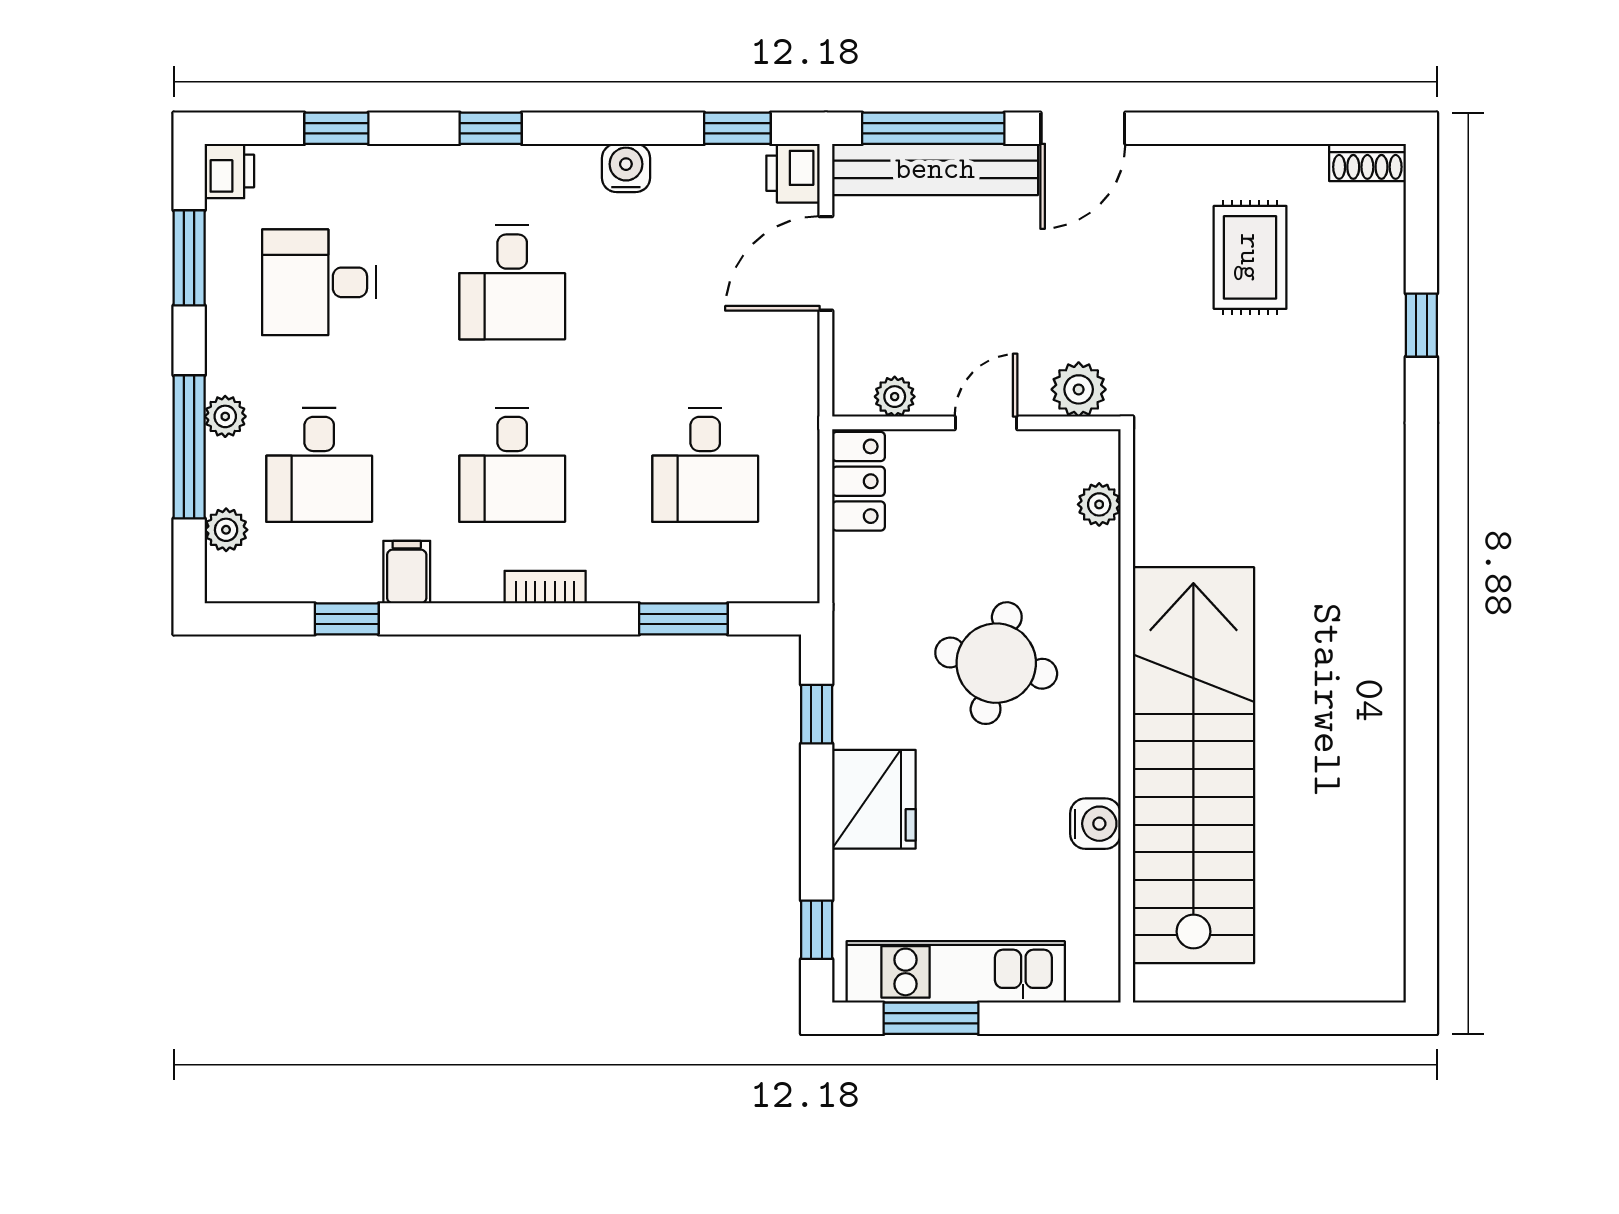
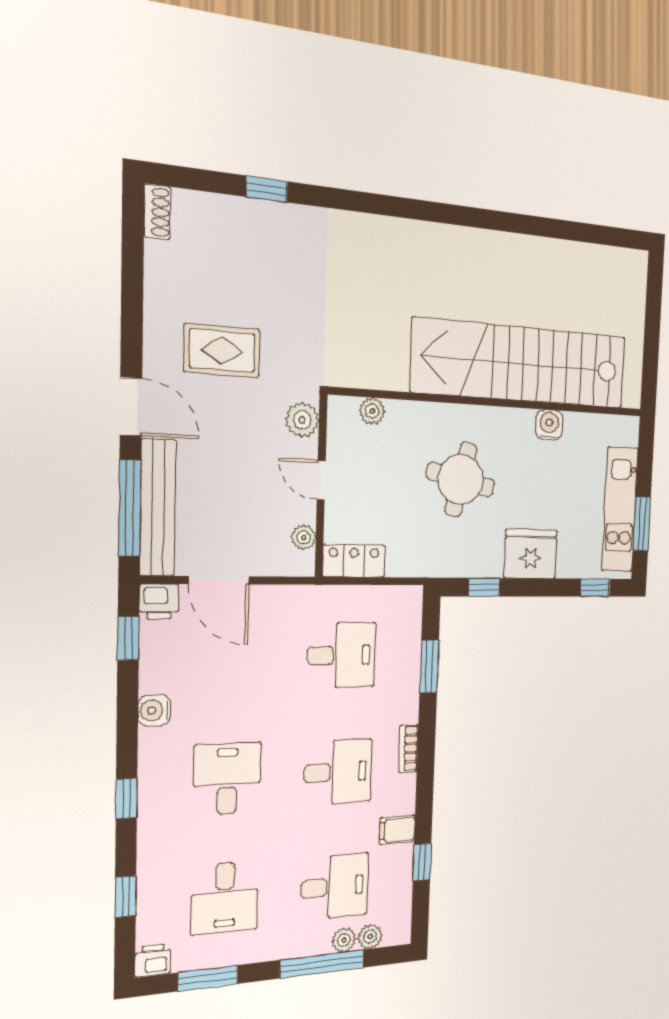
rug: (1250, 257) -> (222, 351), moved
desk: (512, 282) -> (227, 779), turned -90
plant: (225, 416) -> (344, 940), moved

